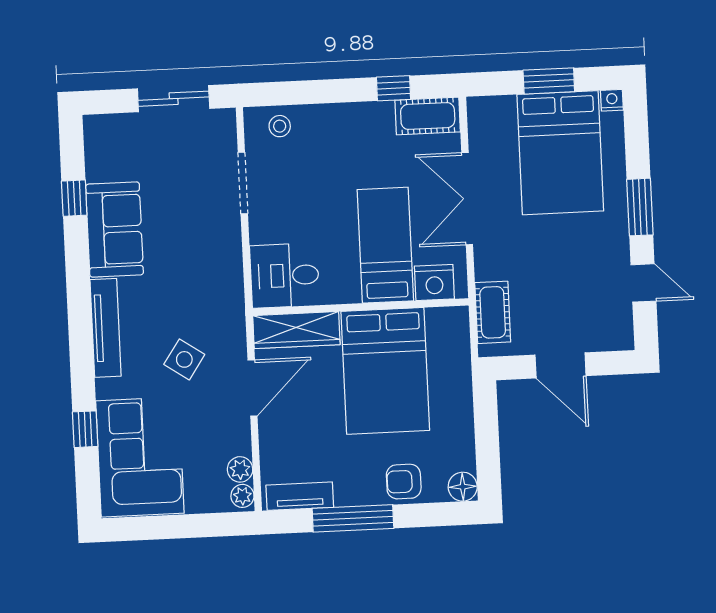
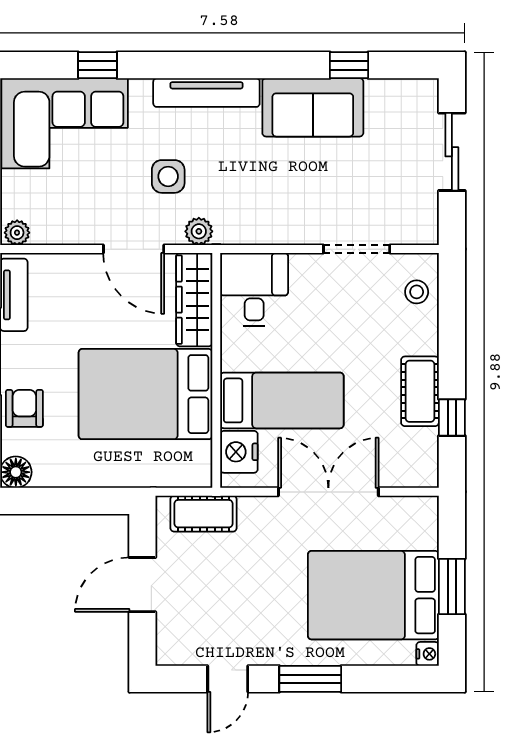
sliding door: (174, 99) -> (452, 152), moved
cot: (428, 116) -> (420, 391), moved
side table: (184, 359) -> (168, 176), turned -34
plant: (240, 469) -> (199, 231), moved

